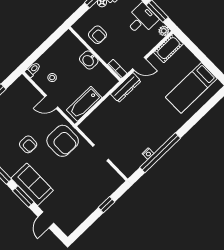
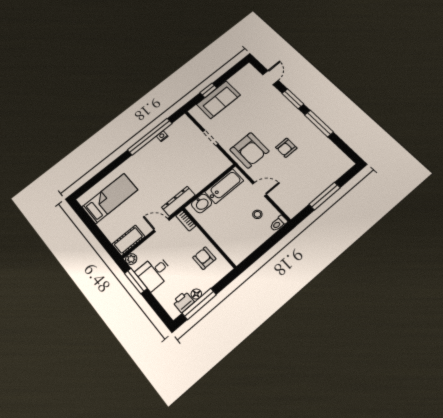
washbasin: (89, 60) -> (202, 203), moved, turned 90
armchair: (63, 141) -> (249, 150), turned 180
armchair: (28, 144) -> (286, 148), turned -90
sofa: (32, 184) -> (218, 100), moved, turned -90

